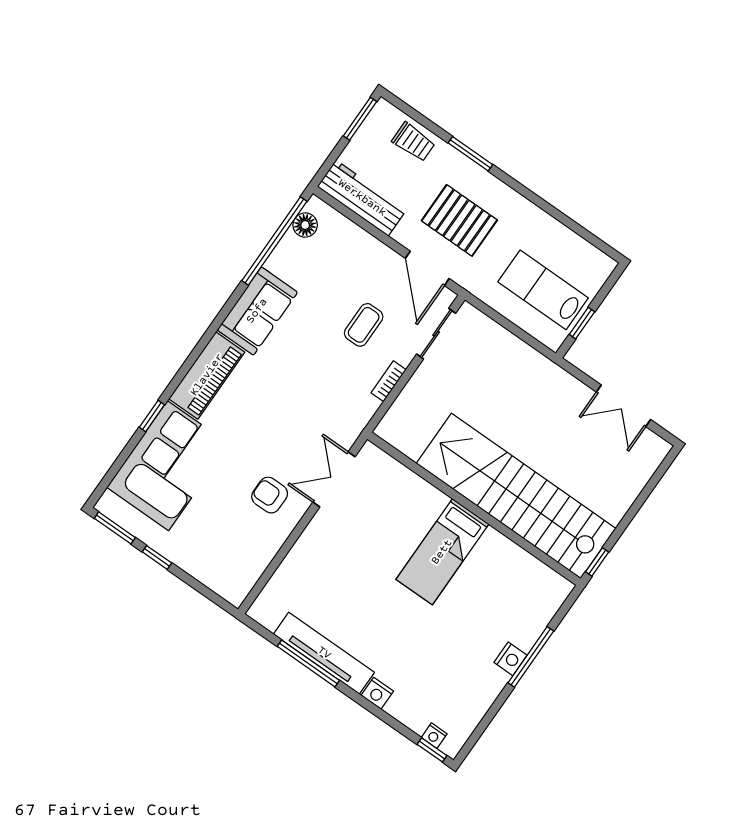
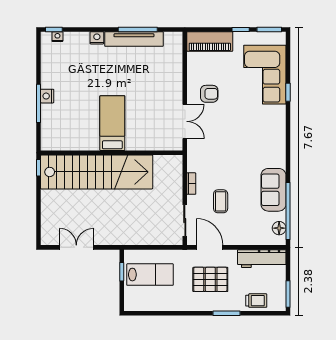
trolley: (413, 142) -> (256, 301), turned 180
sofa: (257, 311) -> (273, 190), moved
piano: (207, 375) -> (210, 41), moved, turned -90

